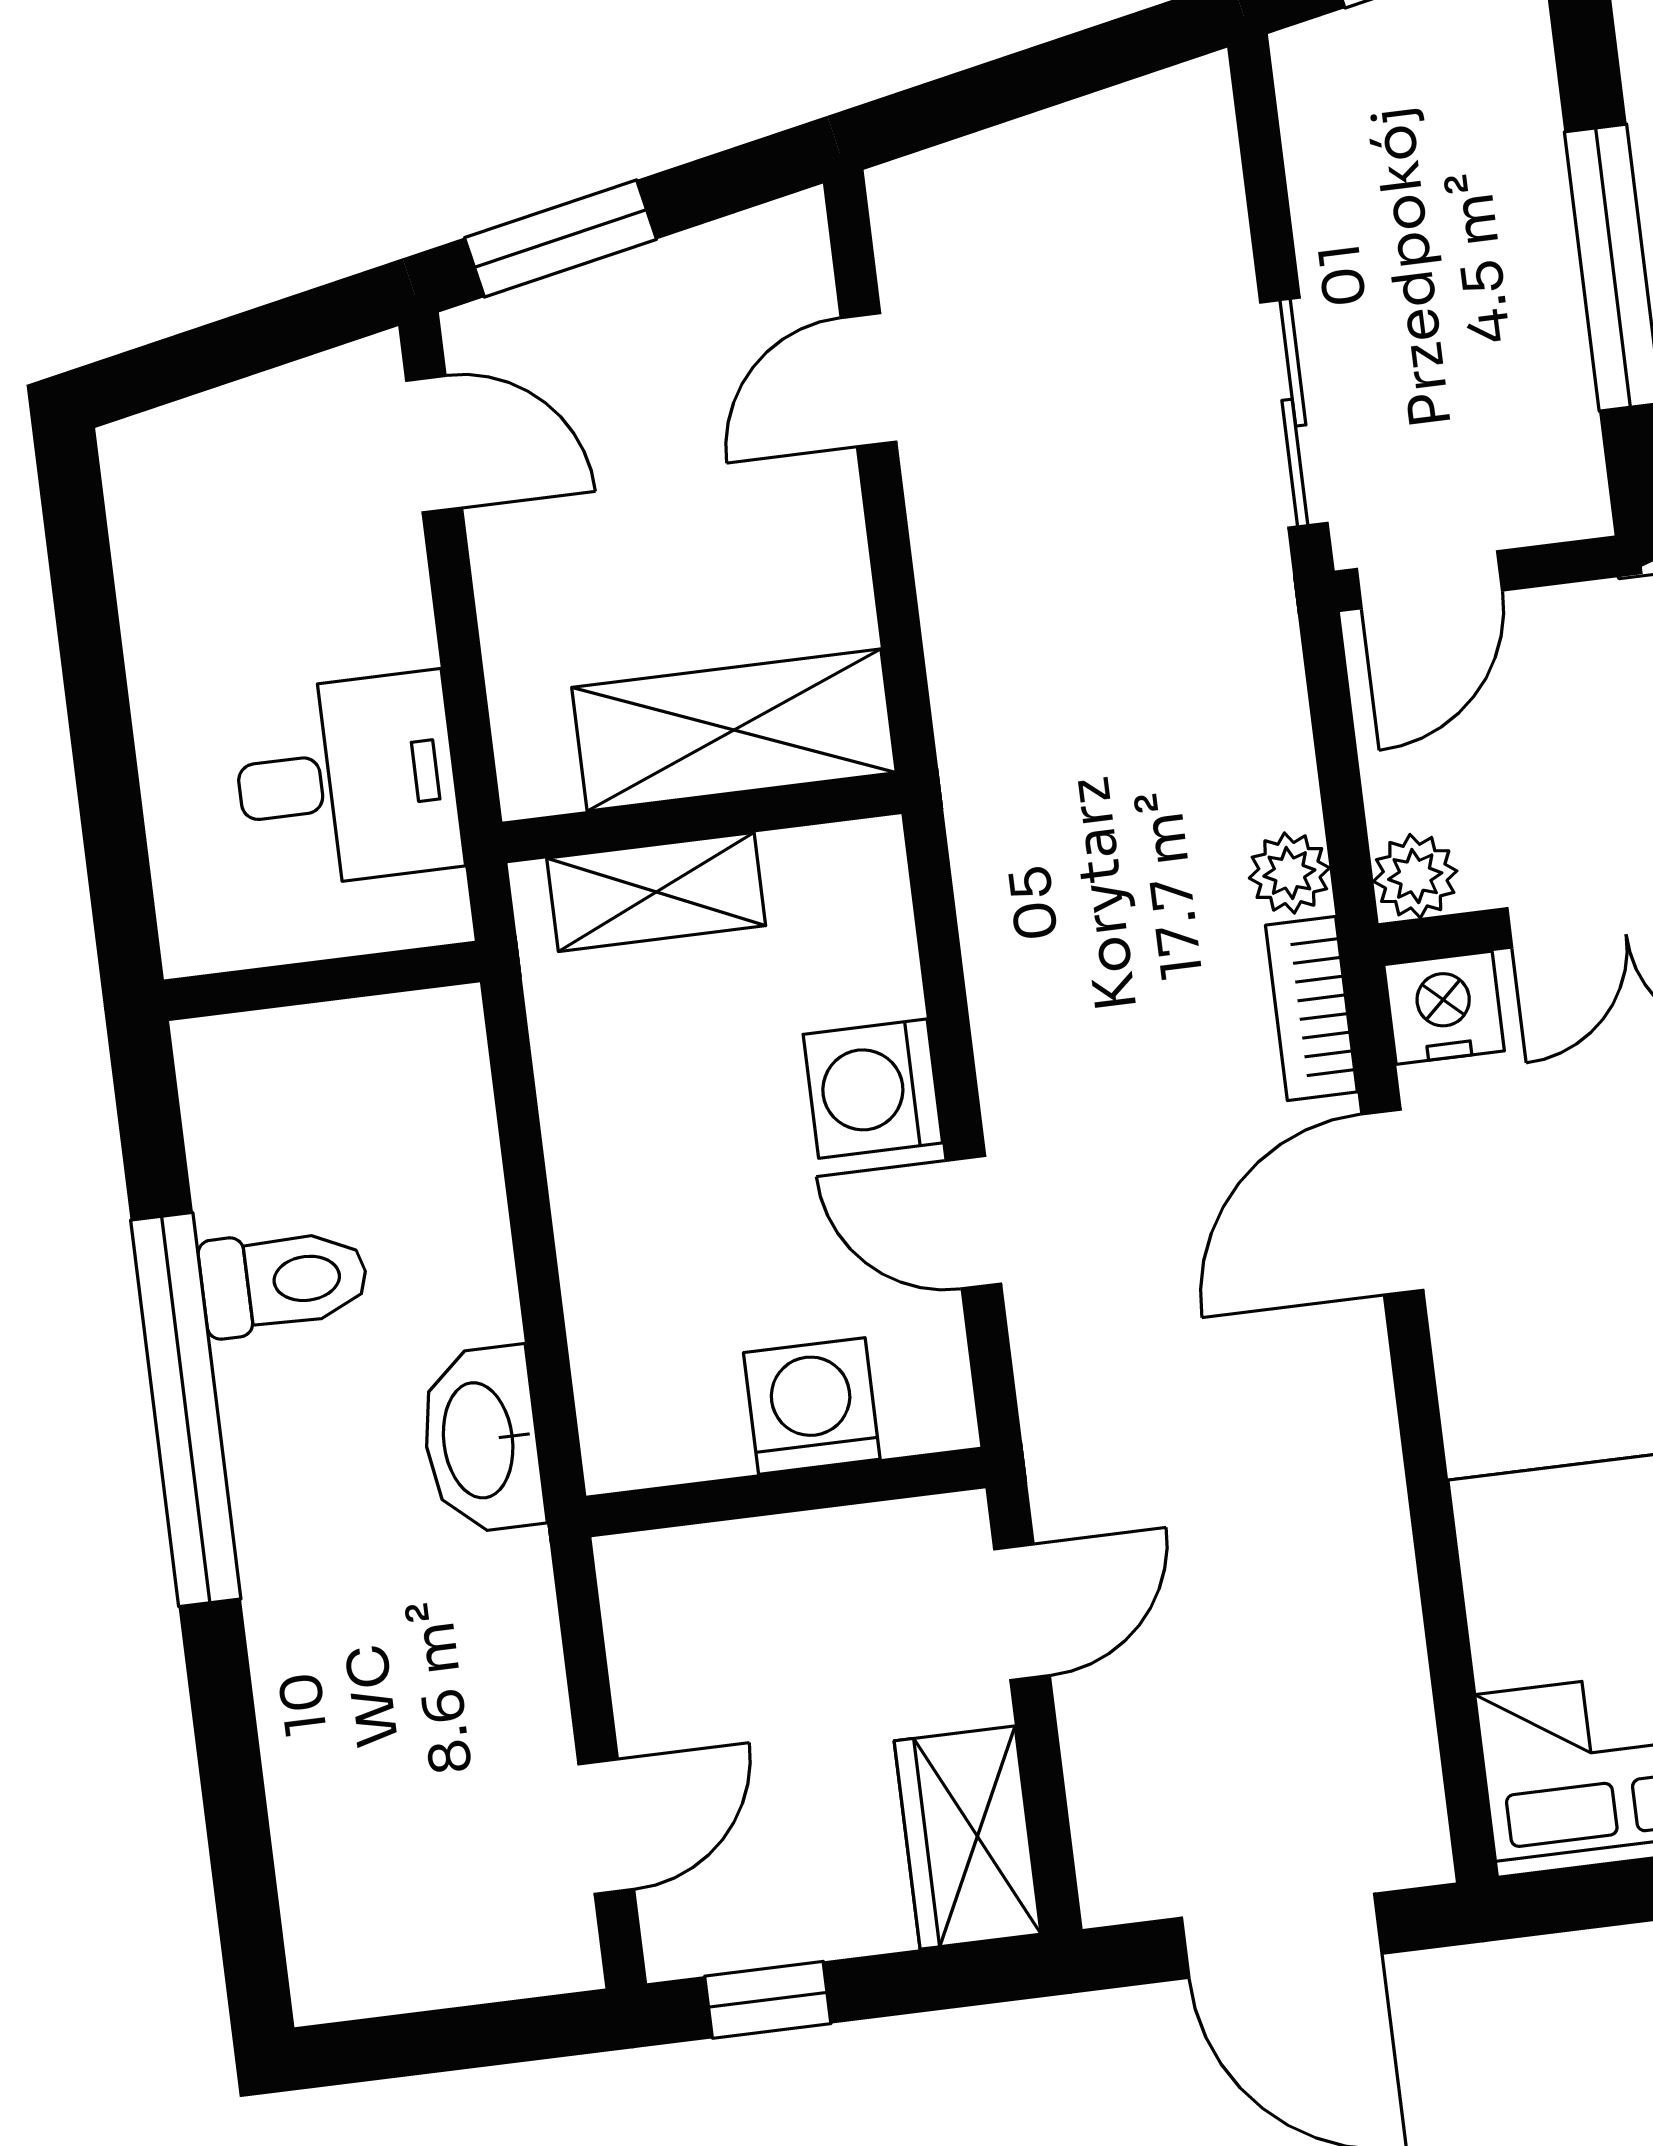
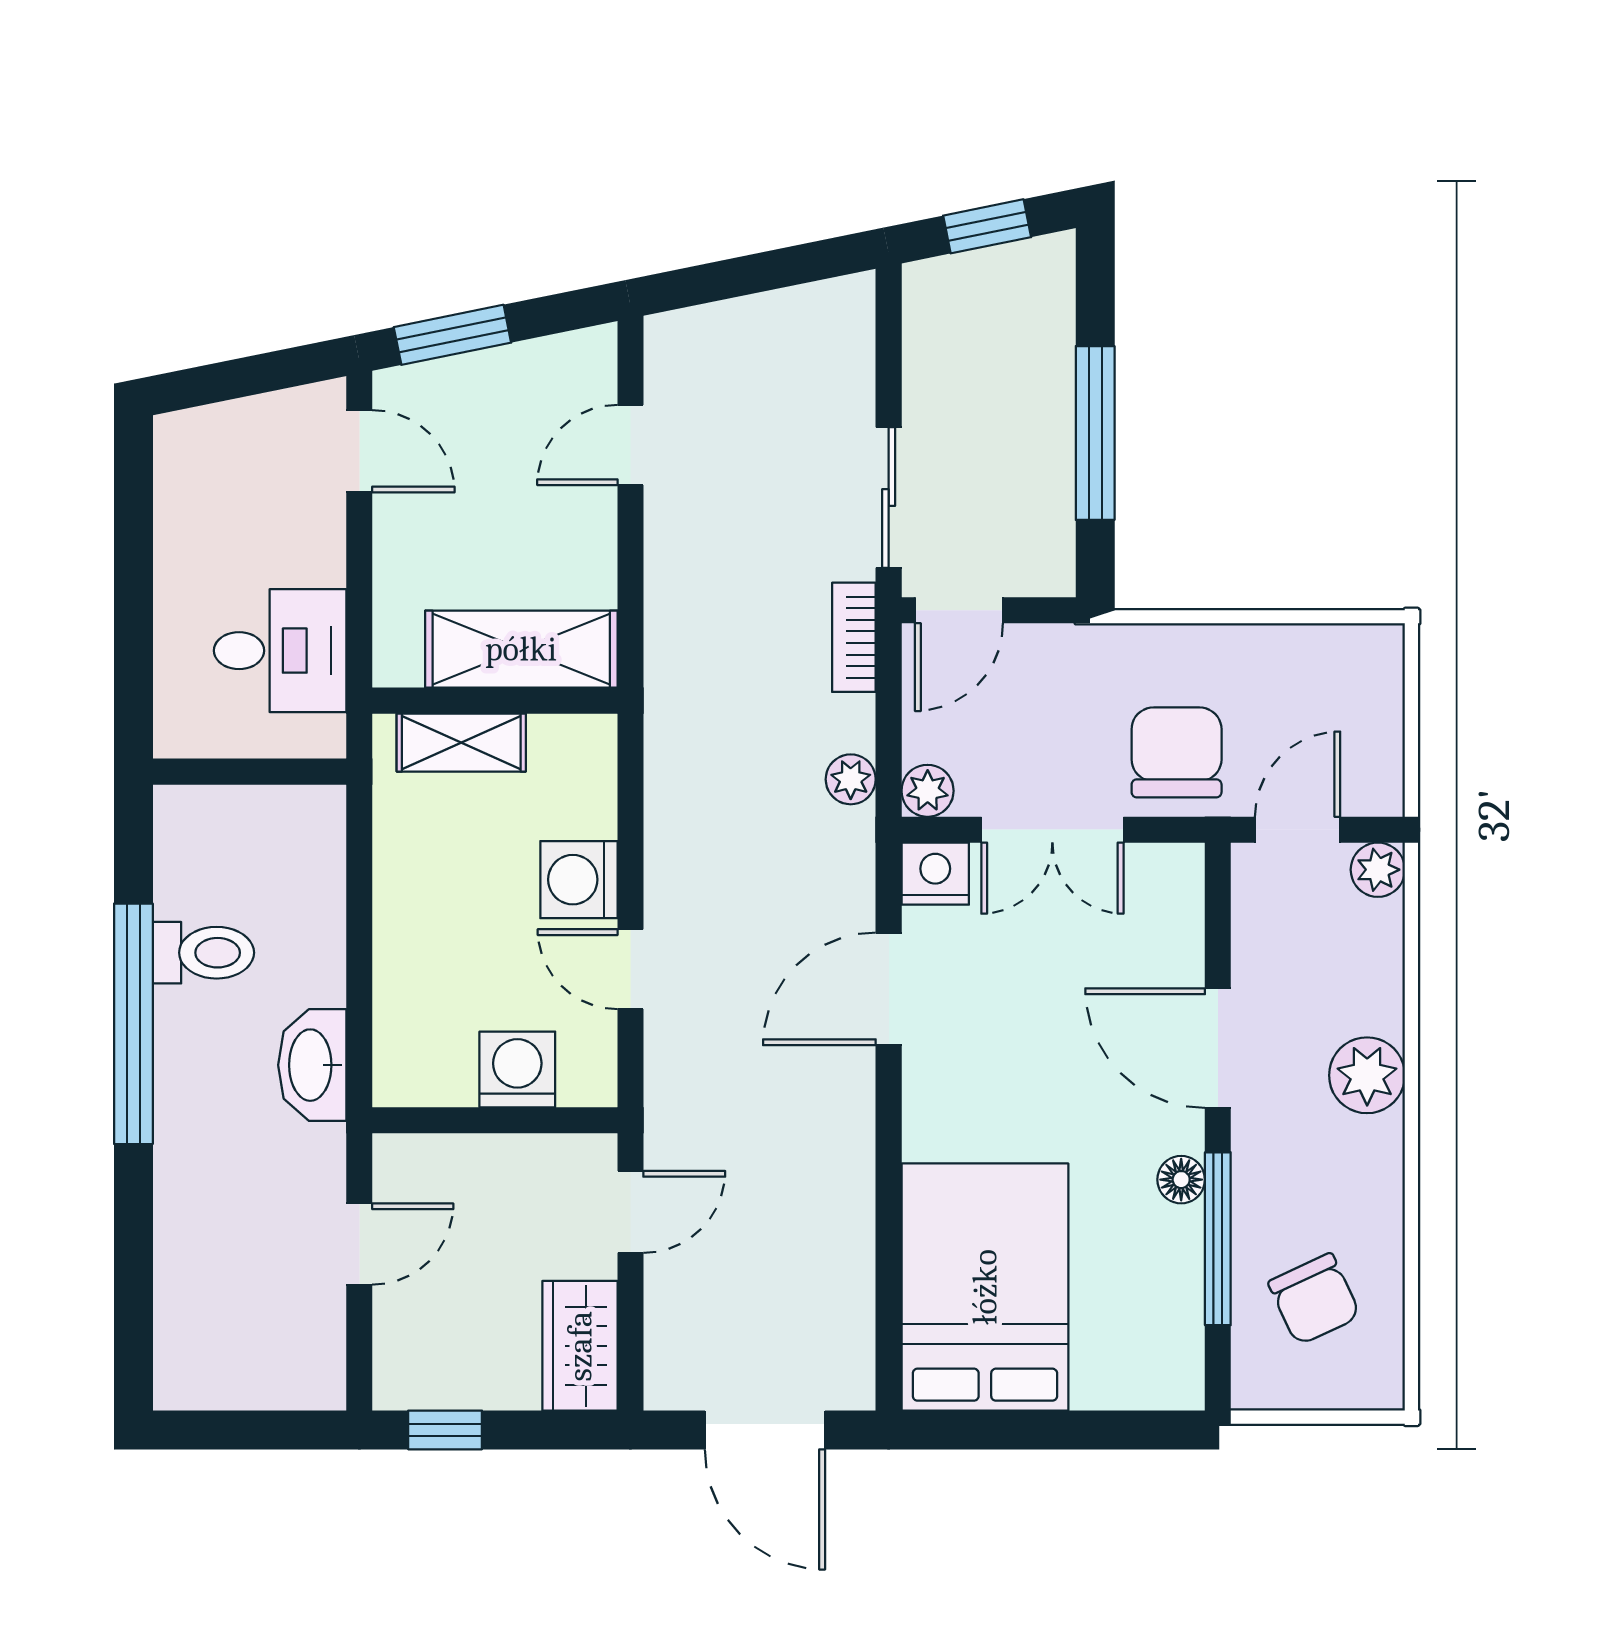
bookcase: (1311, 1009) -> (854, 637), moved
door: (606, 1827) -> (359, 1244), moved

